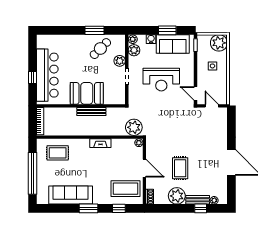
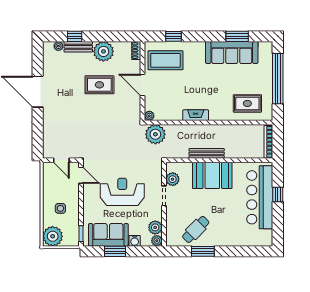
plant: (120, 61) -> (173, 179), moved
rug: (180, 168) -> (99, 85), turned 90
window: (89, 208) -> (237, 36), moved

